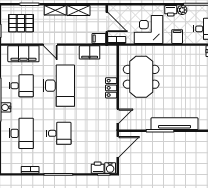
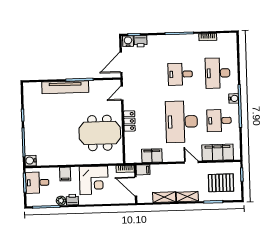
meeting table: (141, 77) -> (100, 133), turned 90

